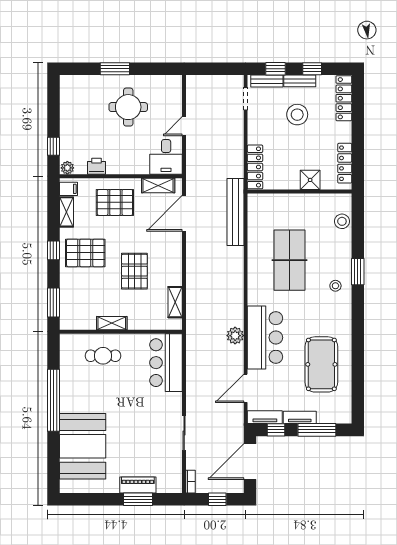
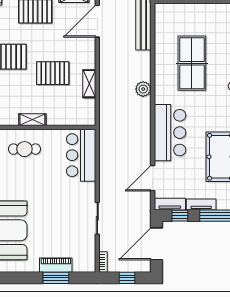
pallet: (134, 271) -> (53, 73), turned 90
shelving: (175, 302) -> (89, 84), moved
plant: (235, 336) -> (143, 89), moved

